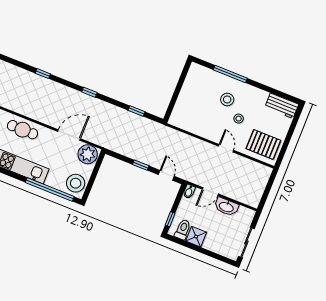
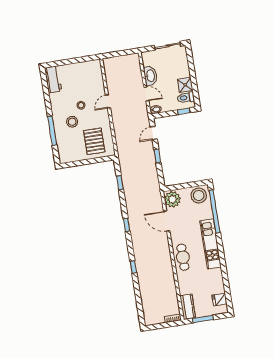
pallet: (263, 144) -> (94, 141), moved

